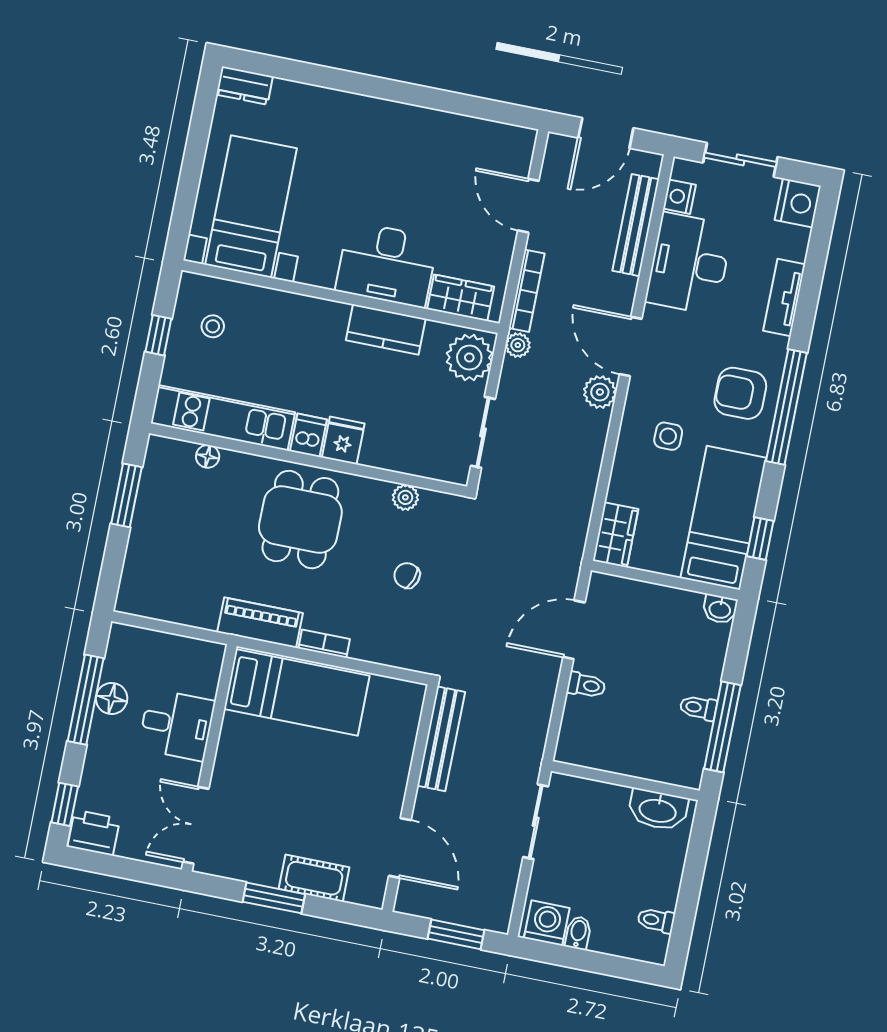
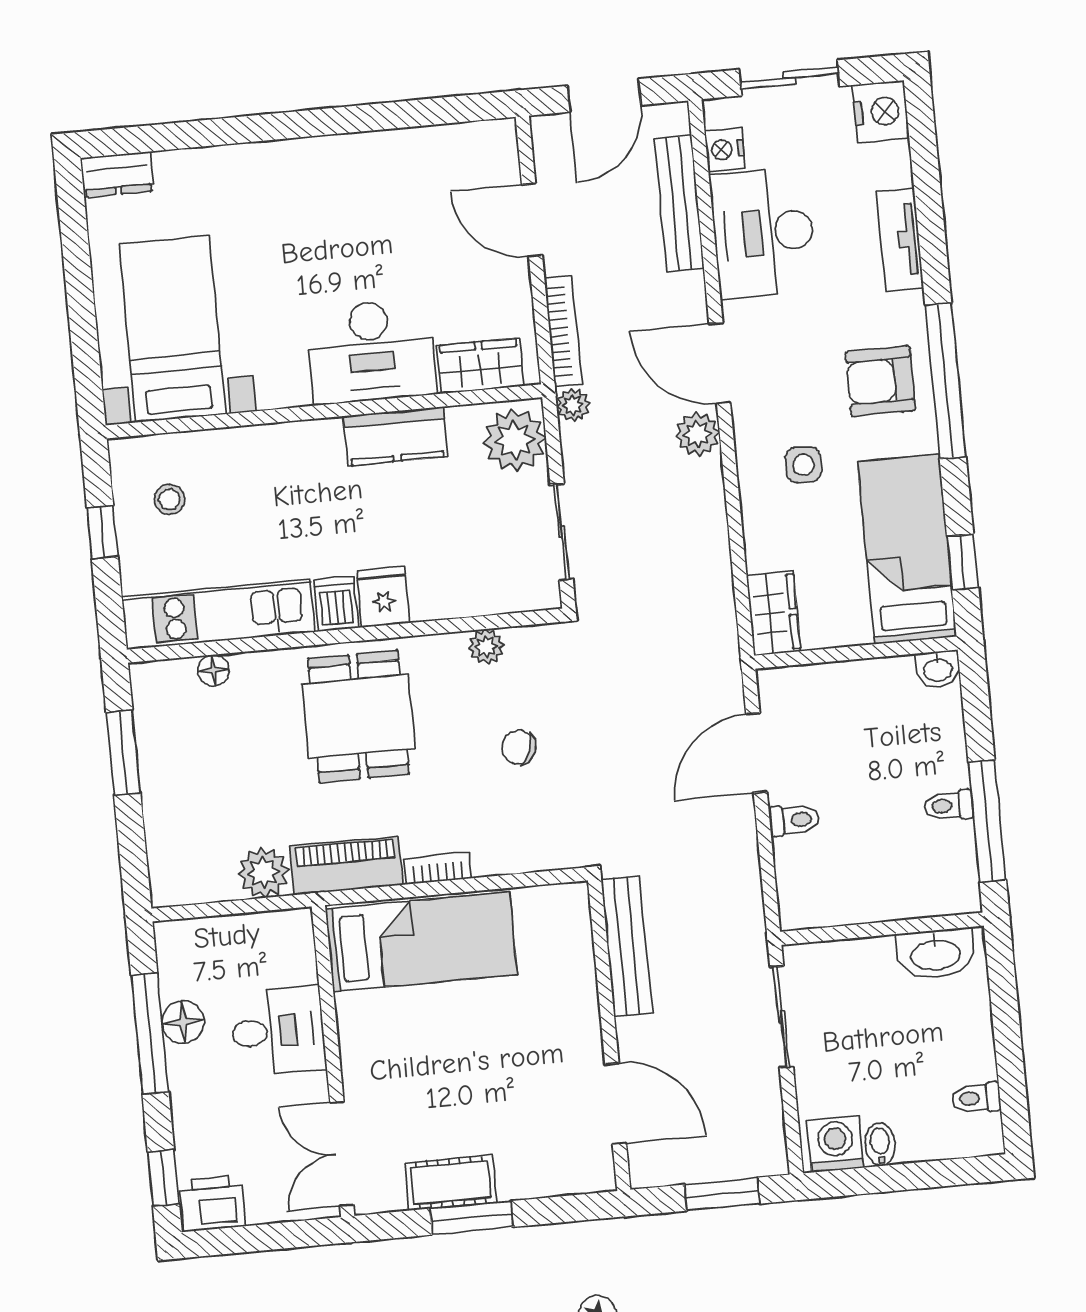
plant: (200, 610) -> (263, 872), added
cot: (314, 878) -> (451, 1183), moved

